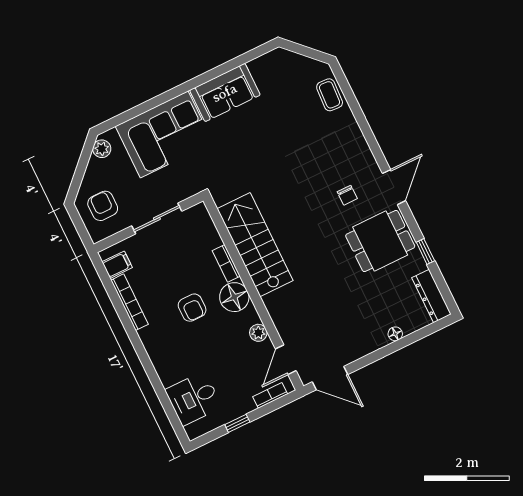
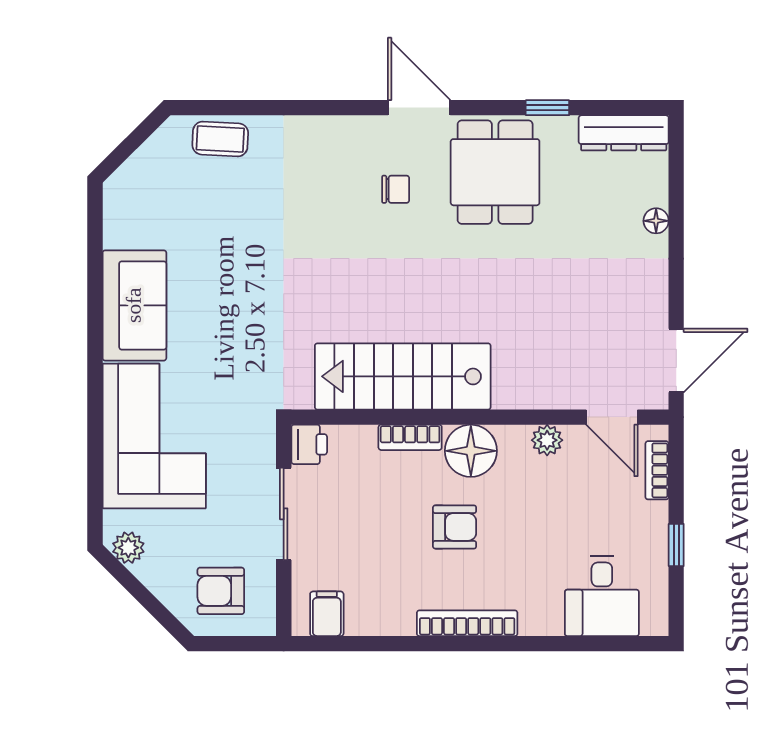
printer: (198, 214) -> (309, 444), added
bookcase: (130, 302) -> (467, 623), moved

